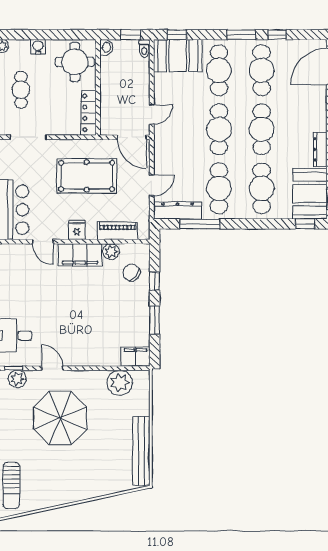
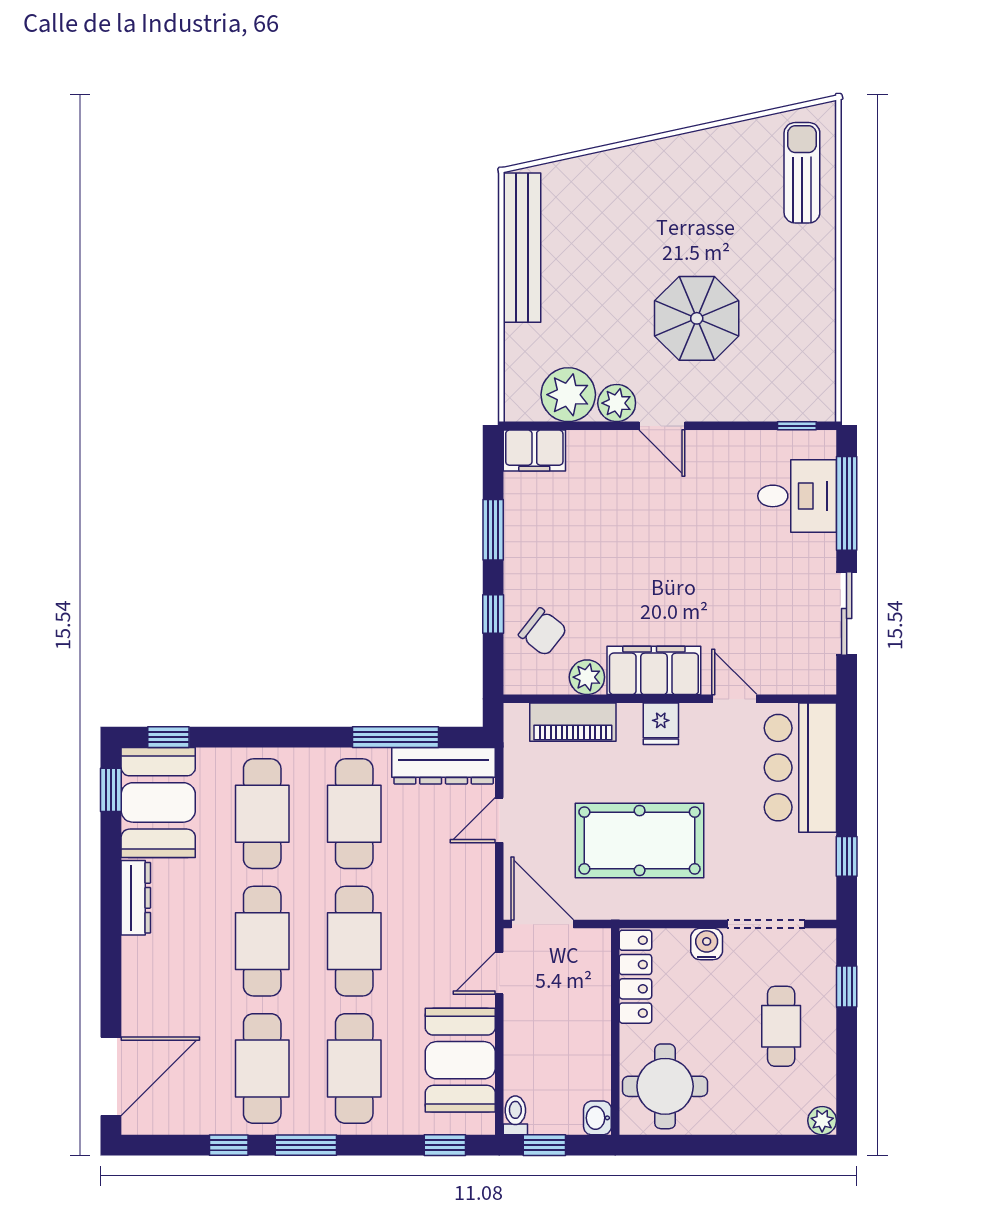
water cooler: (38, 47) -> (707, 944), moved, turned 180
booth: (178, 56) -> (460, 1060), moved, turned 90
door: (52, 368) -> (662, 426), moved
plant: (17, 379) -> (617, 403), moved
parasol: (60, 418) -> (697, 318), width x0.73, depth x0.73

